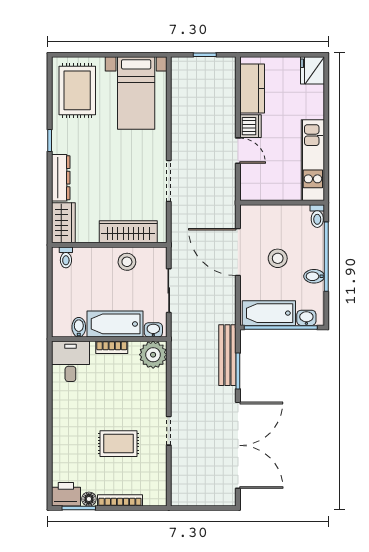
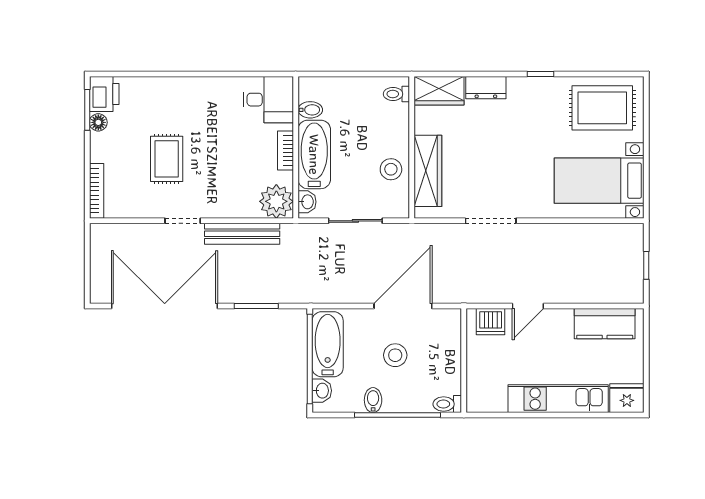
dishwasher: (251, 126) -> (491, 322), moved
kitchen unit: (313, 160) -> (558, 399), moved
dresser: (61, 178) -> (486, 88), width x0.70
bench: (227, 355) -> (242, 234), moved
double door: (238, 445) -> (165, 306), swing flipped
bookcase: (120, 500) -> (97, 191), moved

